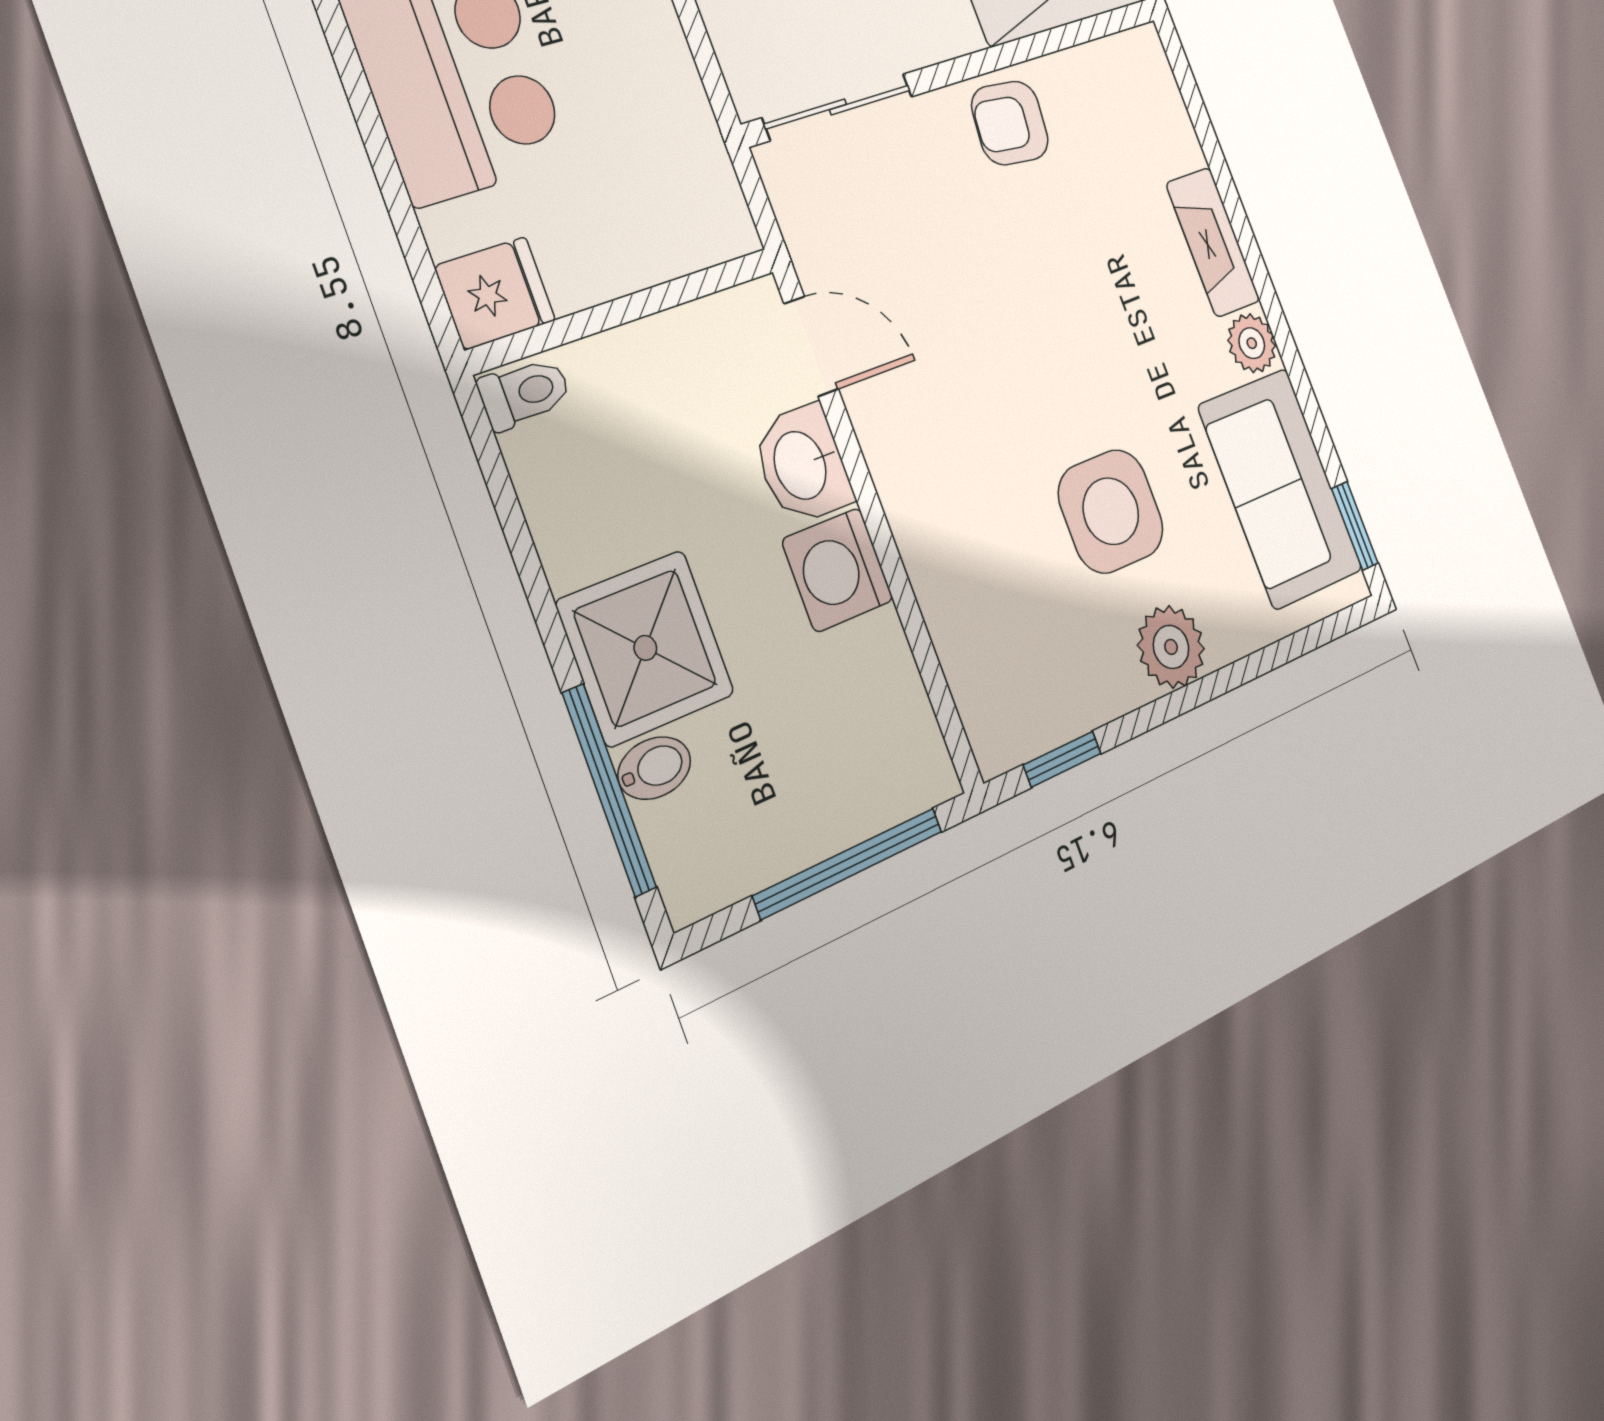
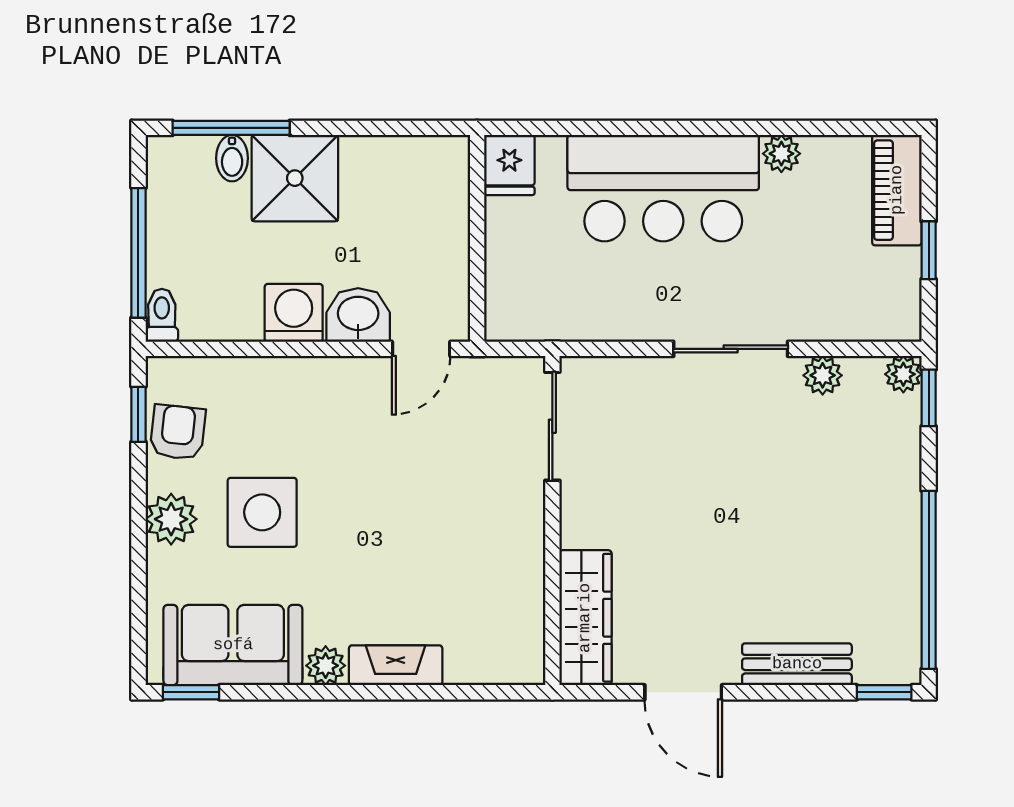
armchair: (1010, 123) -> (178, 432), moved
toilet: (525, 393) -> (162, 315), moved, turned 180

